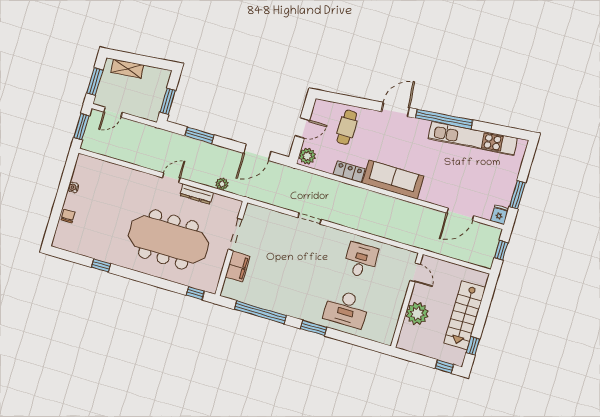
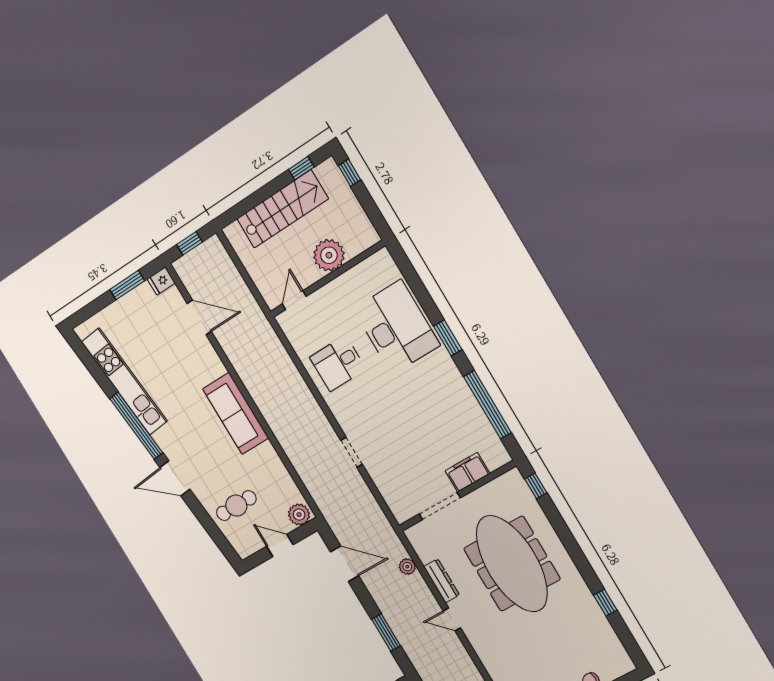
locker: (349, 172) -> (272, 461), removed
desk: (346, 309) -> (396, 327), width x1.36, depth x1.30

